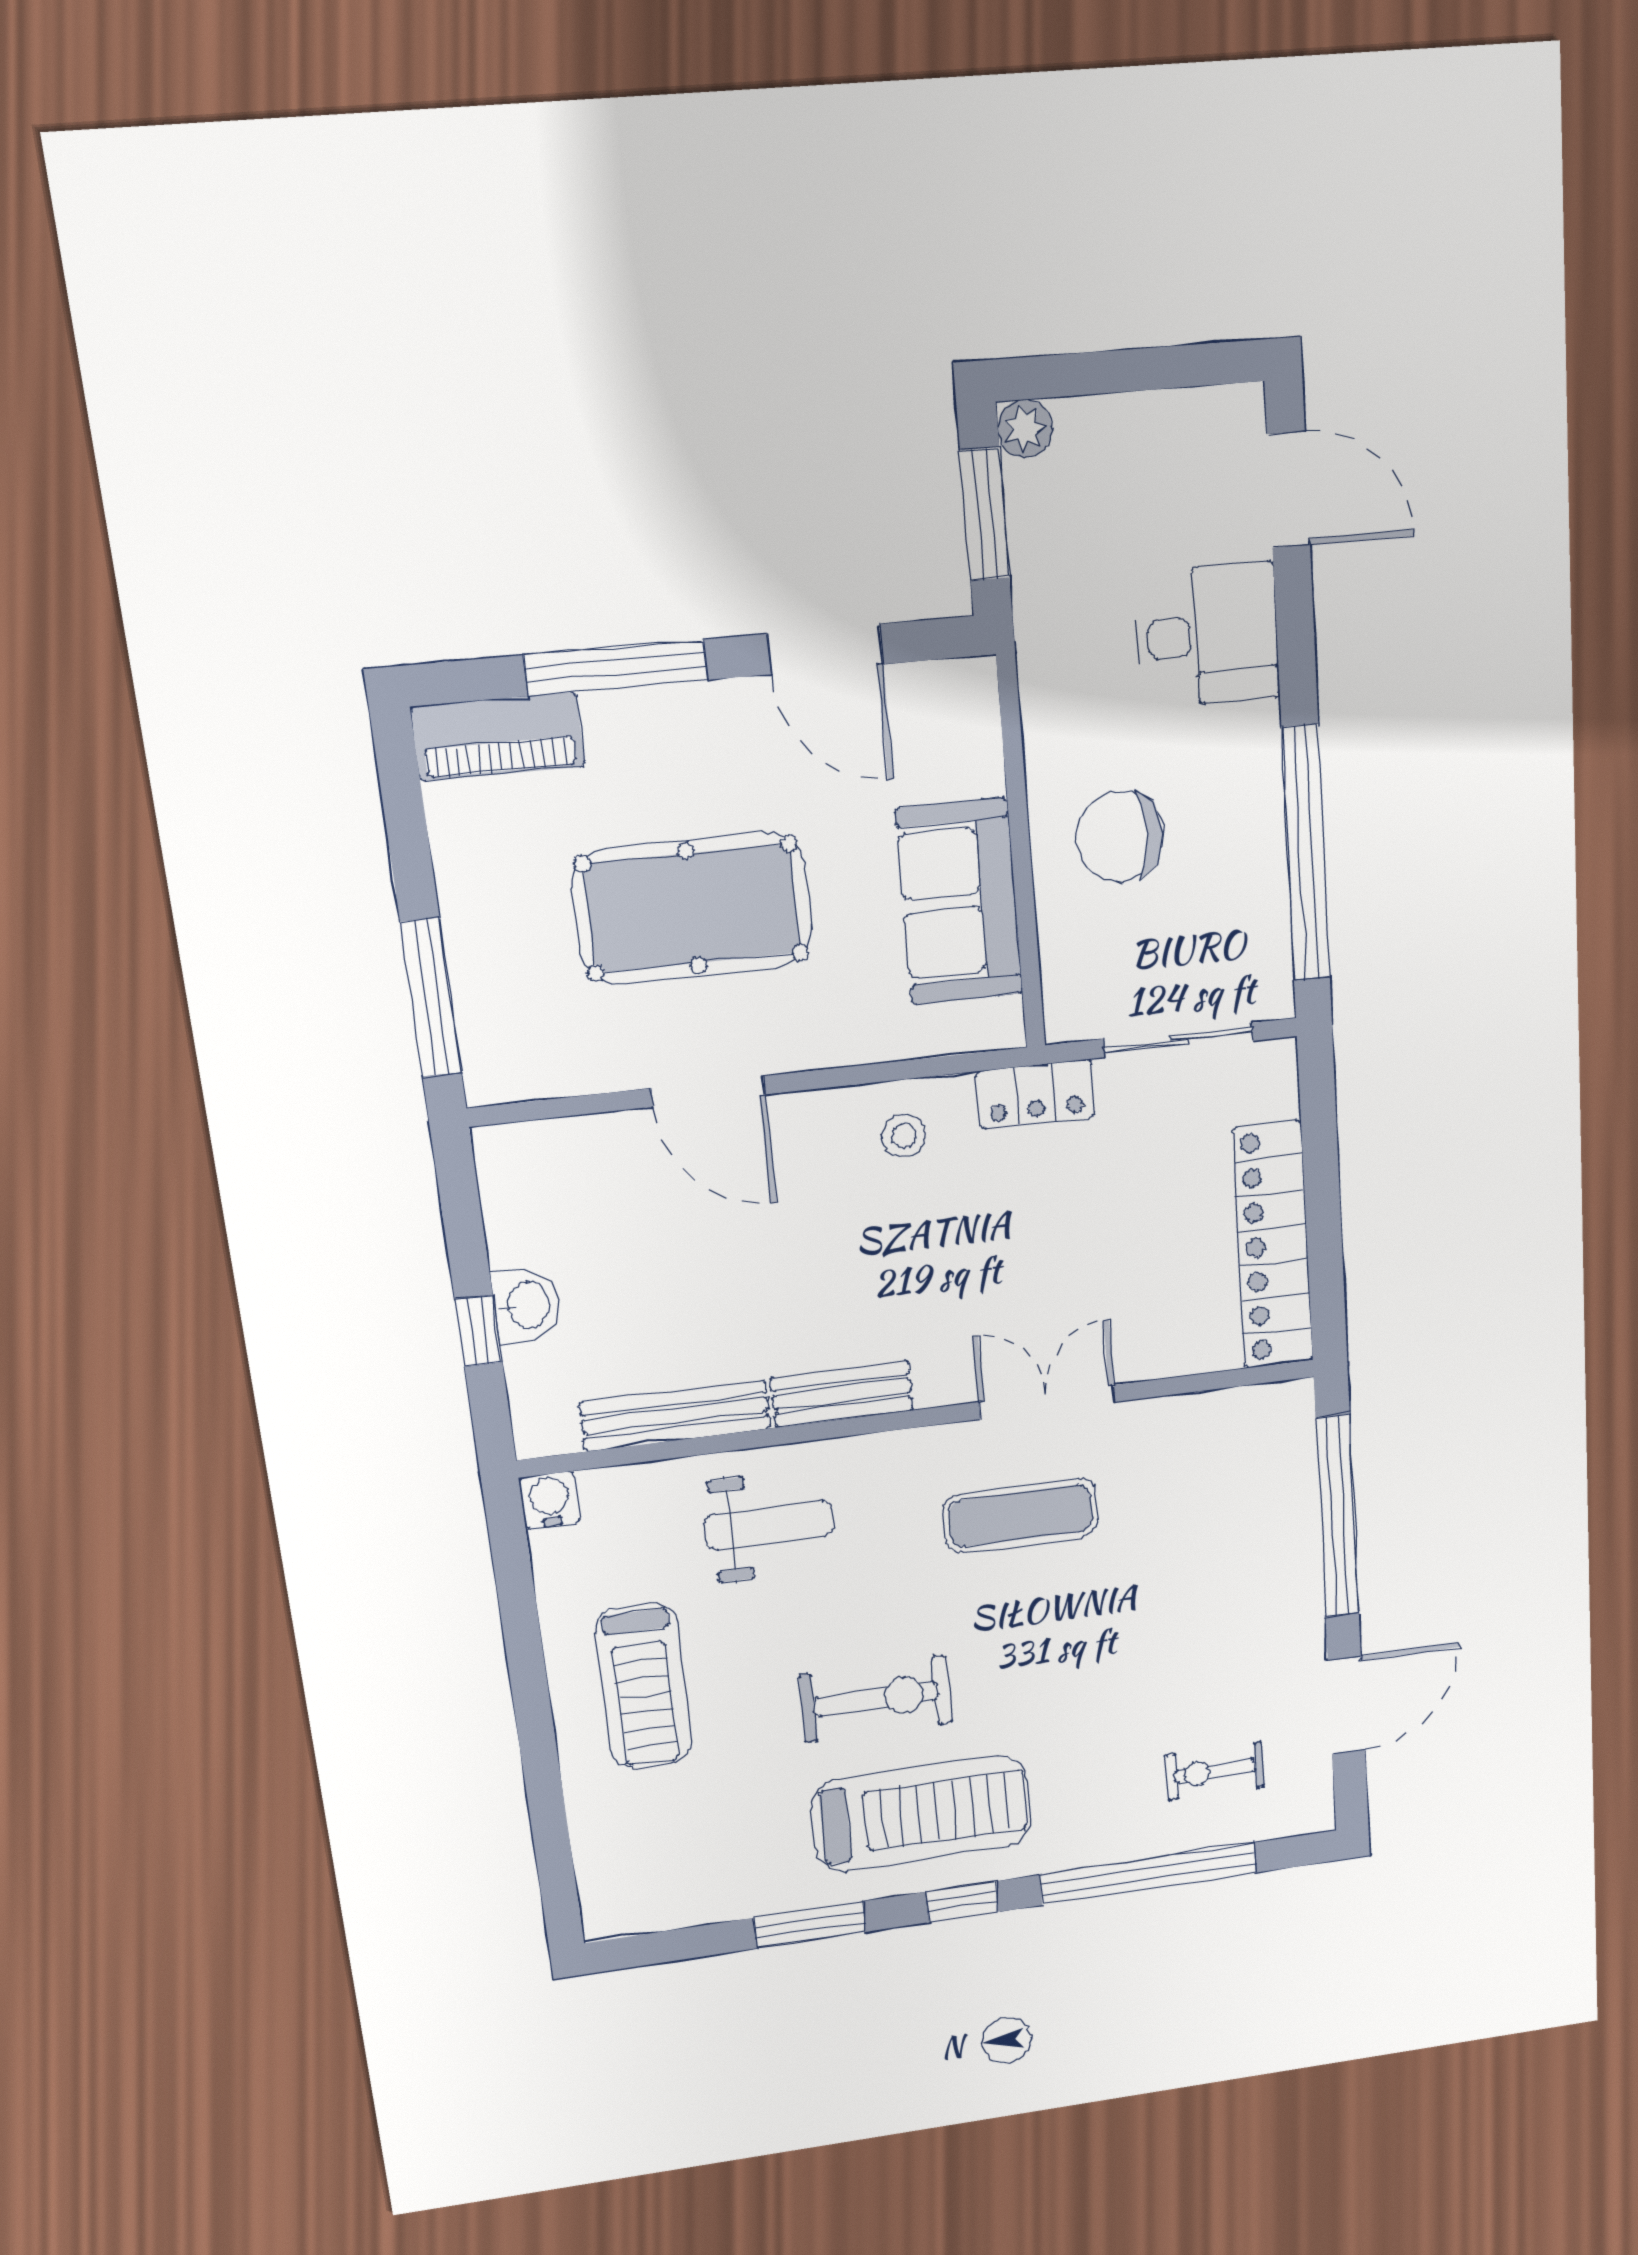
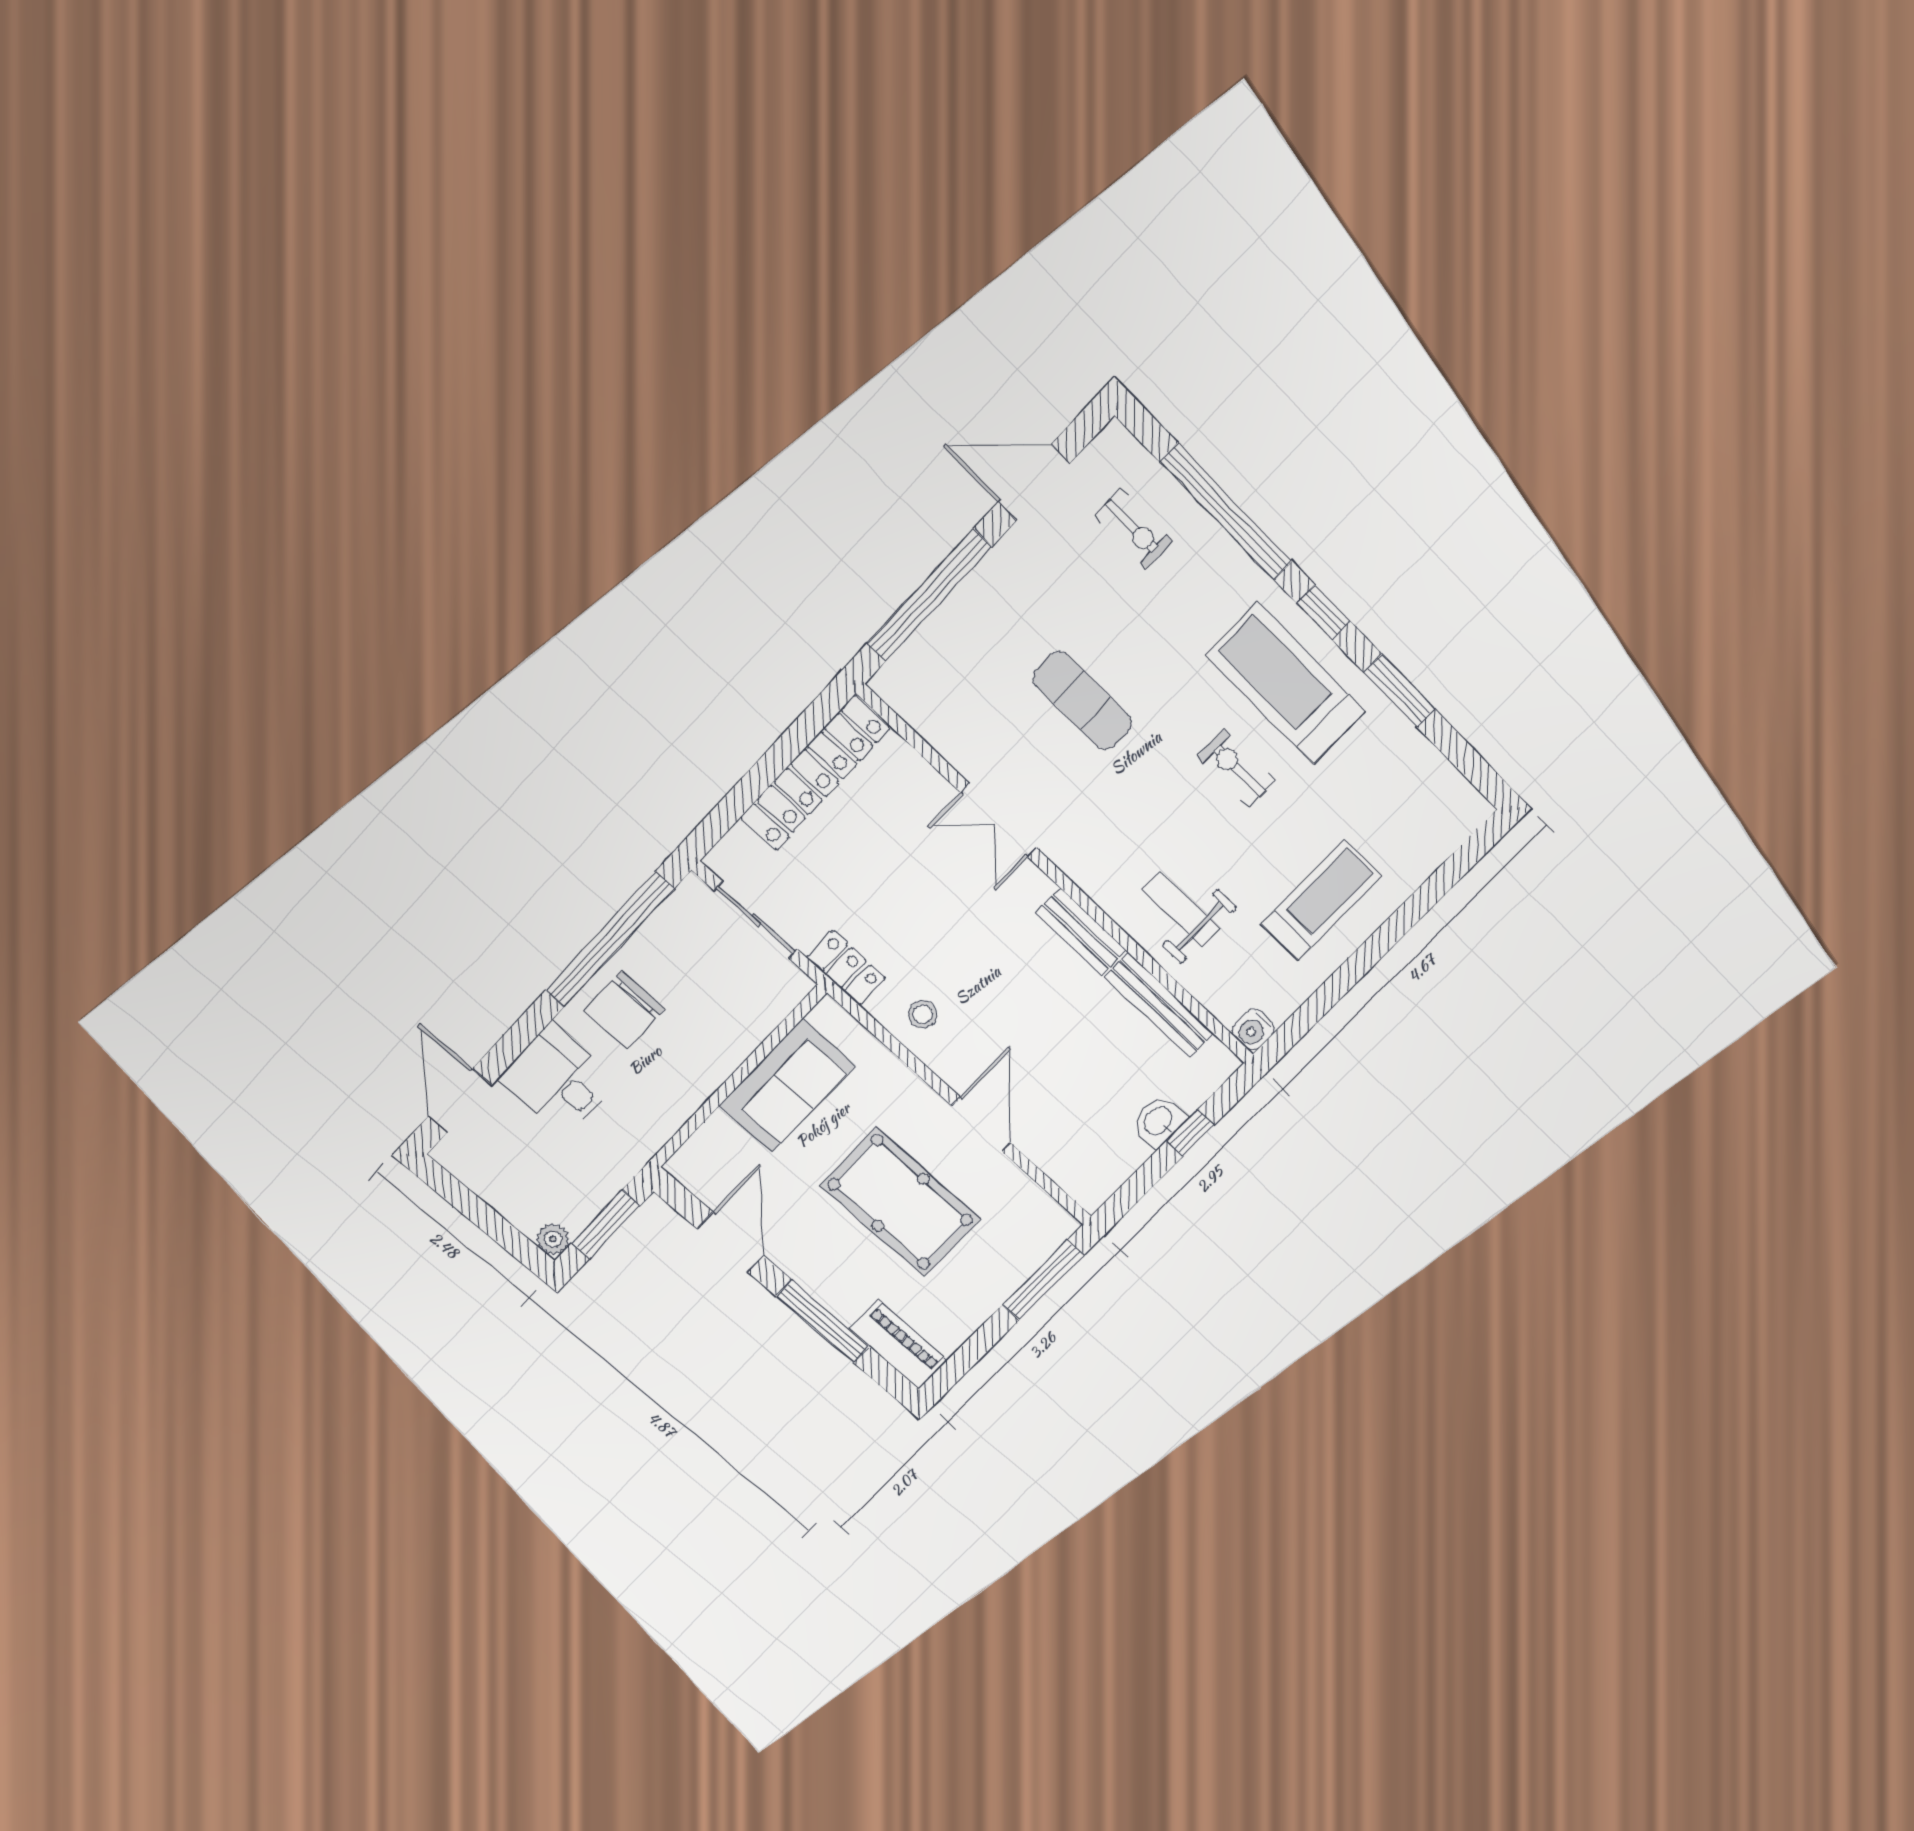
chair: (1120, 837) -> (624, 1010), moved, turned 90
exercise mat: (1021, 1516) -> (1082, 701), moved
exercise bike: (876, 1699) -> (1237, 769), width x0.73, depth x0.72

